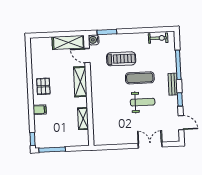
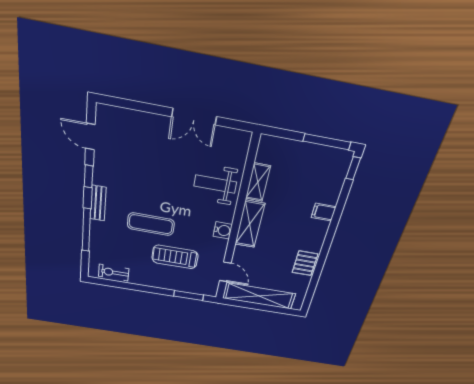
water cooler: (94, 40) -> (223, 230), moved
shelving: (68, 42) -> (259, 296), width x1.47
shelving: (80, 82) -> (250, 224), moved
pallet: (43, 86) -> (305, 263), moved
weight bench: (143, 102) -> (215, 184), moved
double door: (150, 145) -> (194, 117), moved

